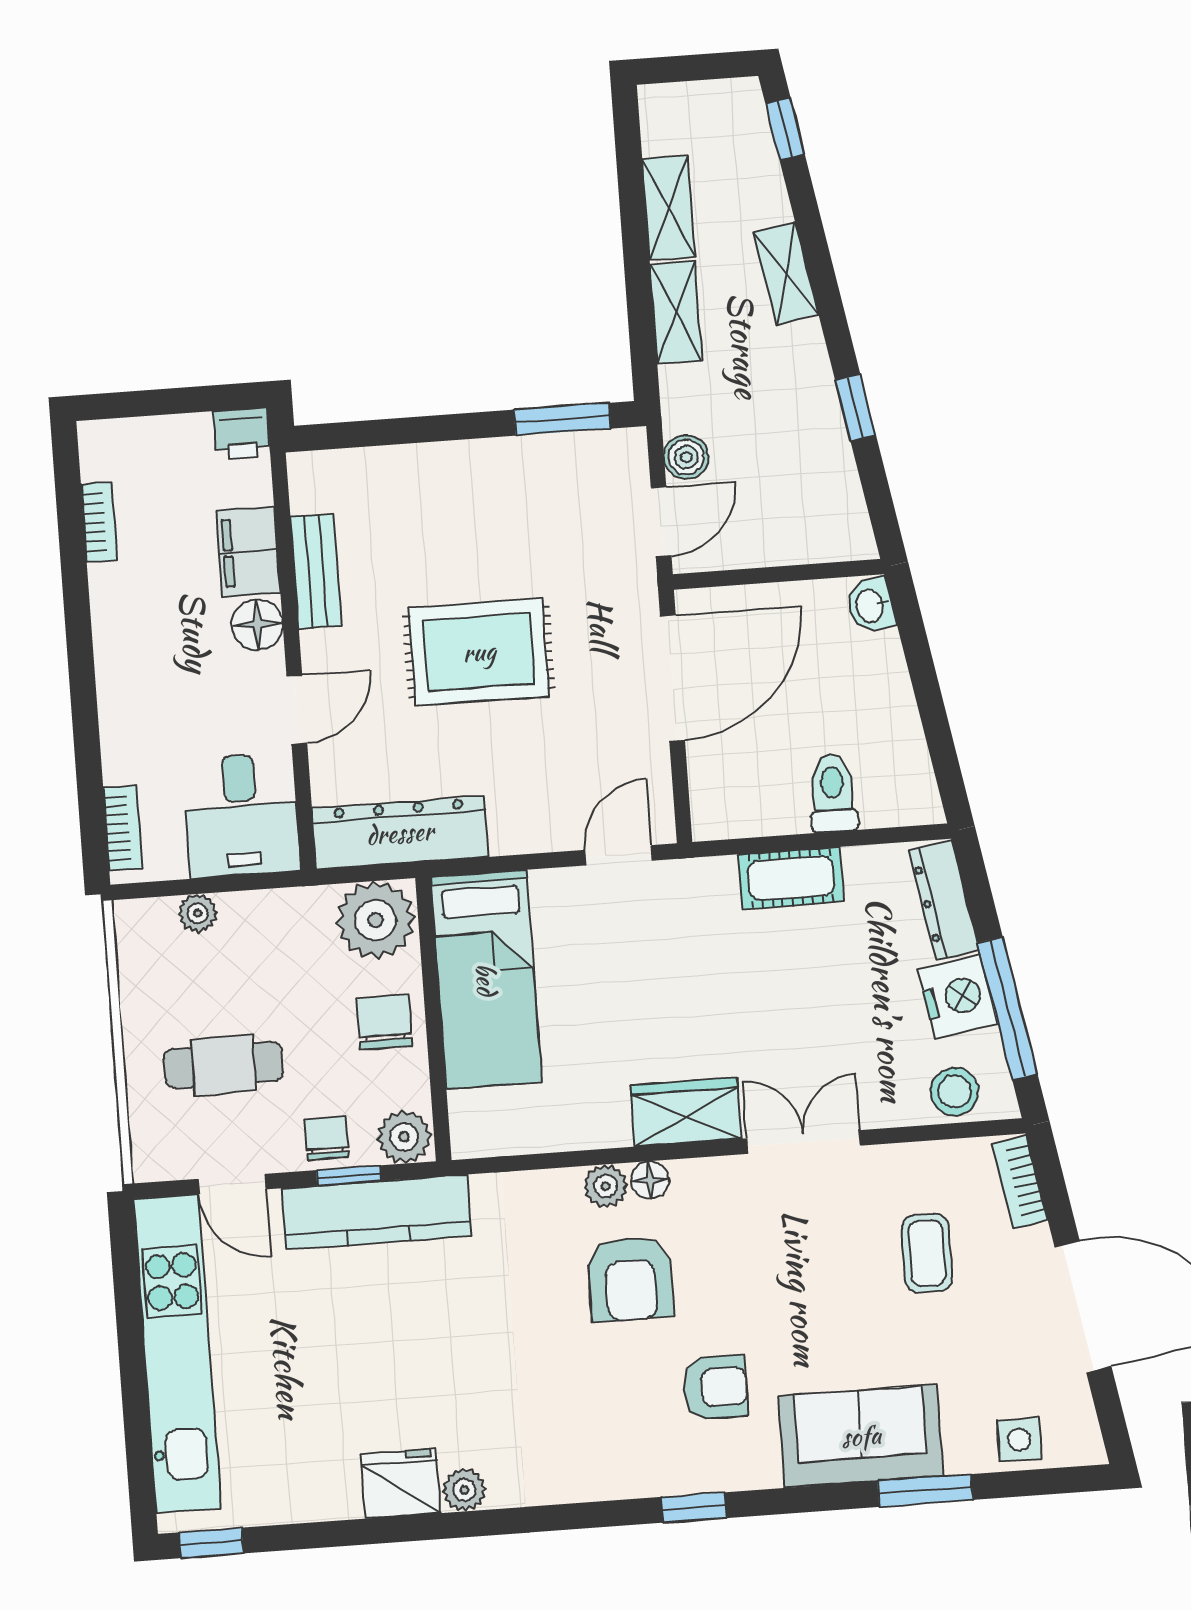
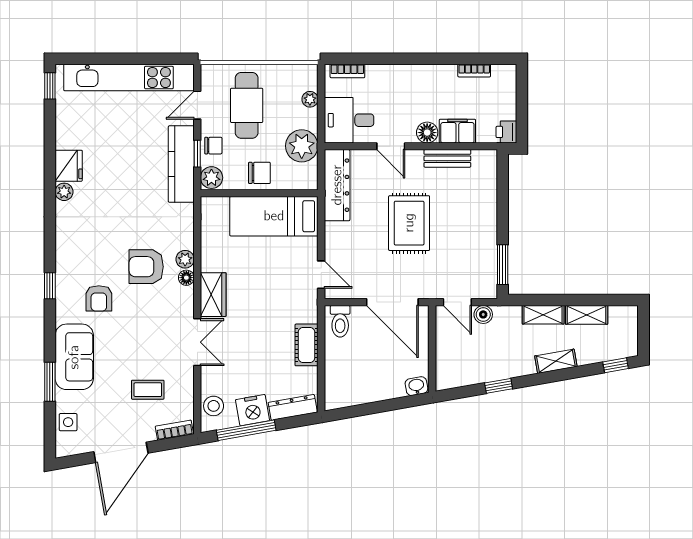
toilet: (833, 793) -> (340, 321), moved, turned 90
plant: (376, 920) -> (302, 146), moved
cafe table: (224, 1065) -> (247, 105), width x1.37, depth x1.35

